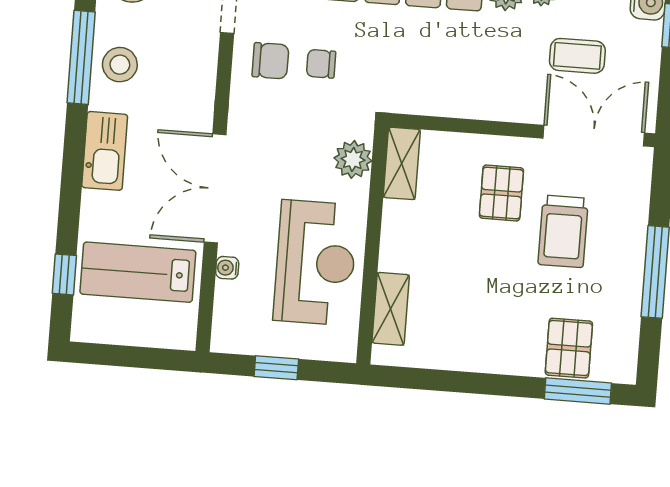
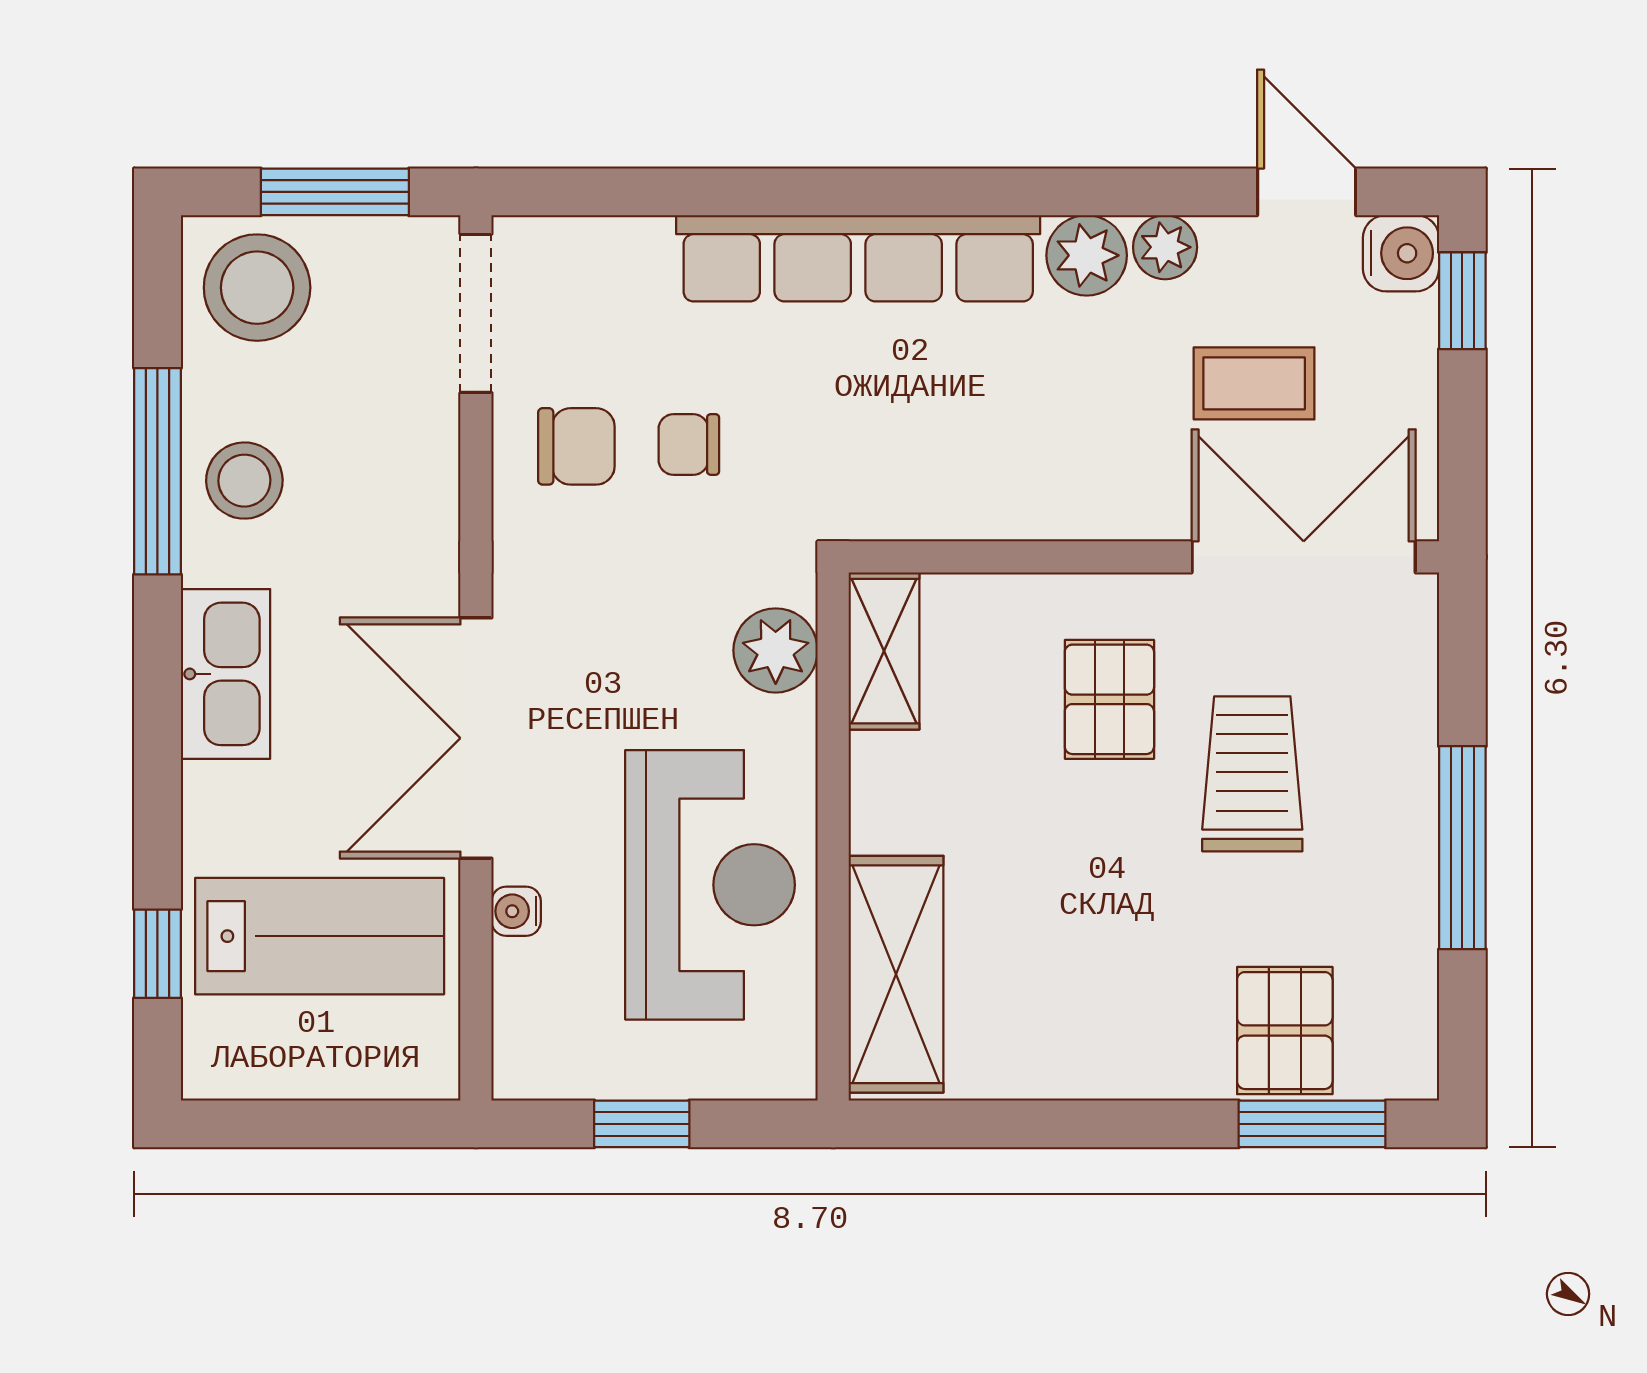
trolley: (563, 231) -> (1252, 774), turned 180
lab bench: (138, 272) -> (320, 936), turned 180
shelving: (391, 309) -> (896, 974), width x1.50, depth x1.33

